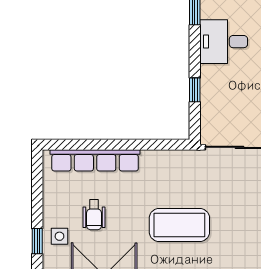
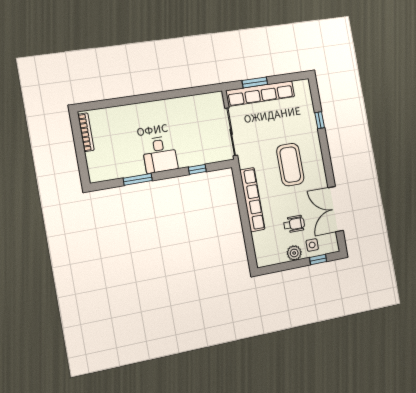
row of seats: (95, 160) -> (252, 200), moved
plant: (53, 208) -> (294, 253), added

